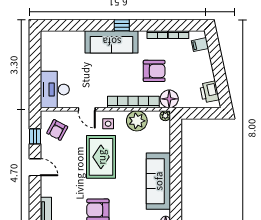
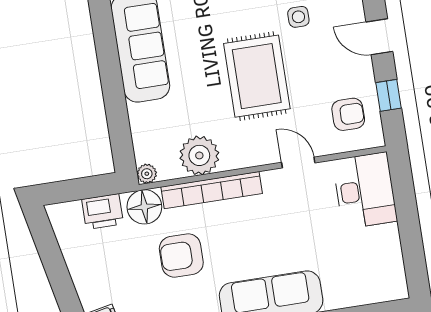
printer: (209, 92) -> (103, 212), moved, turned 102
side table: (108, 124) -> (298, 17), moved
armchair: (57, 130) -> (348, 114), turned 62

